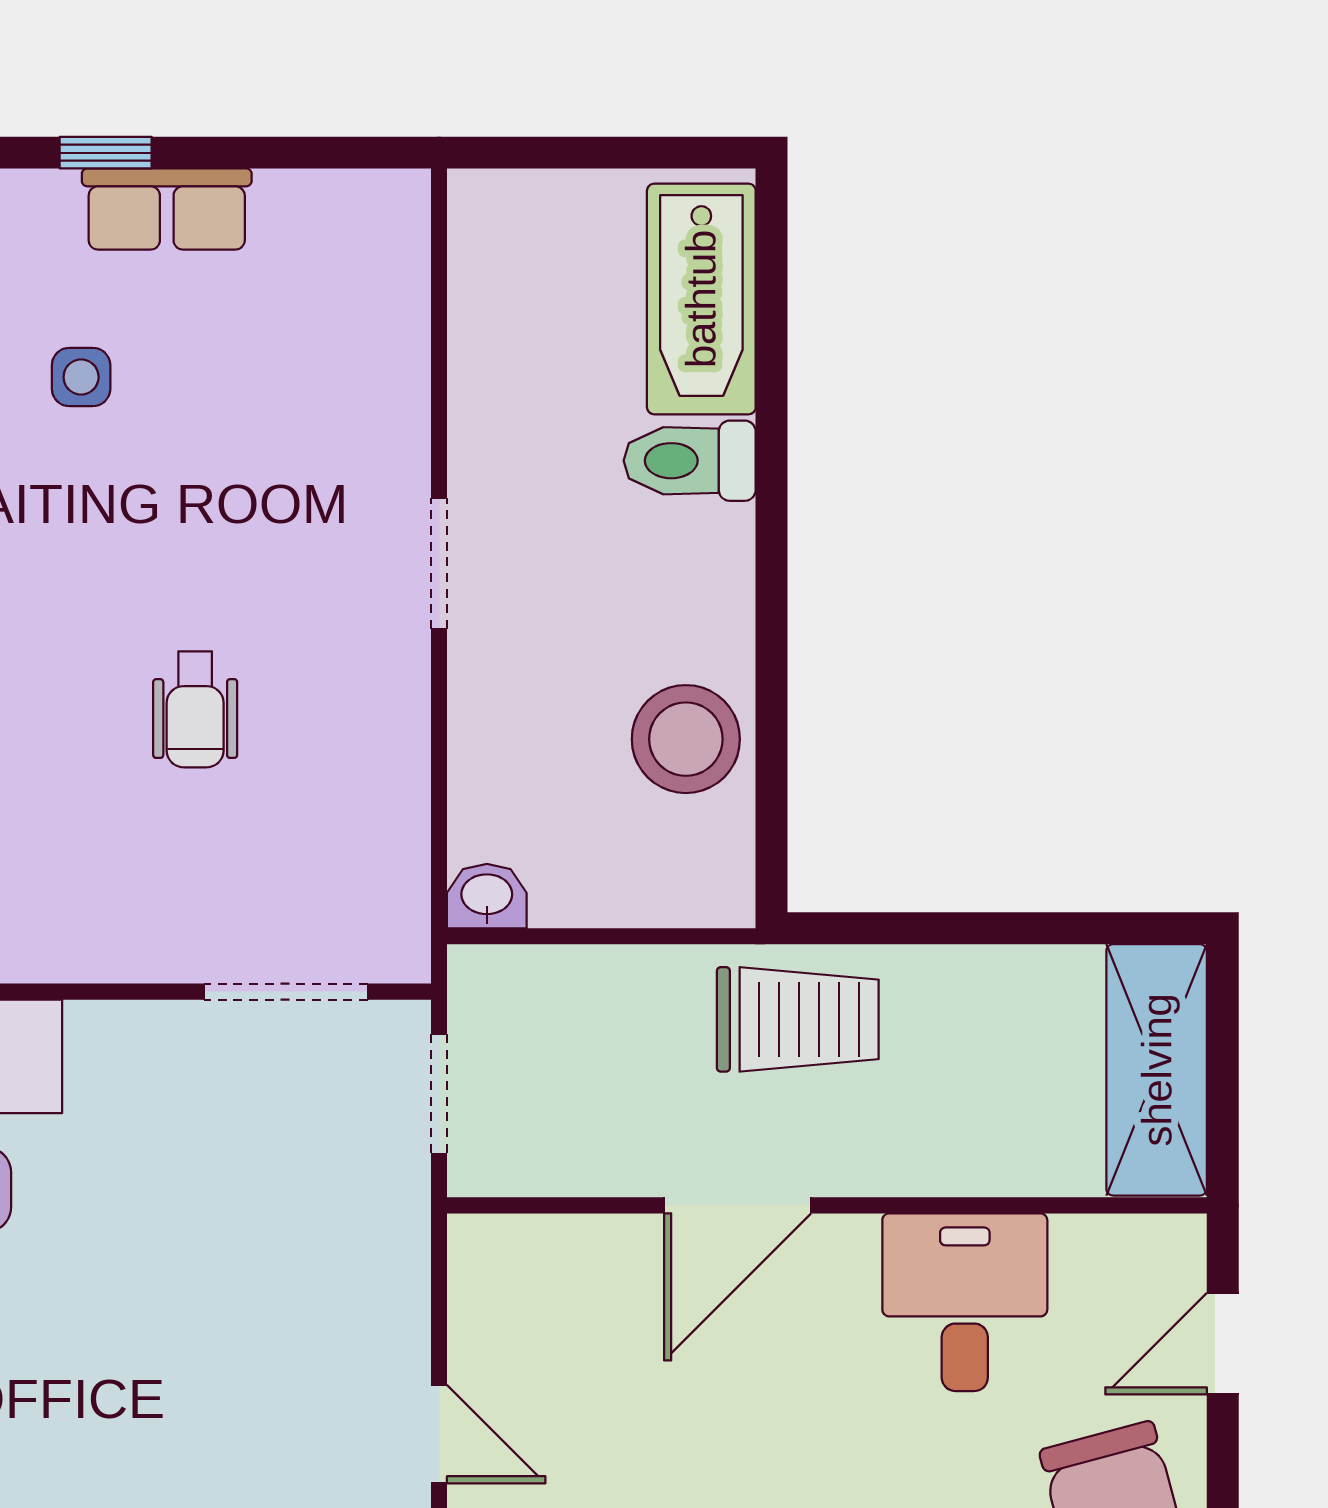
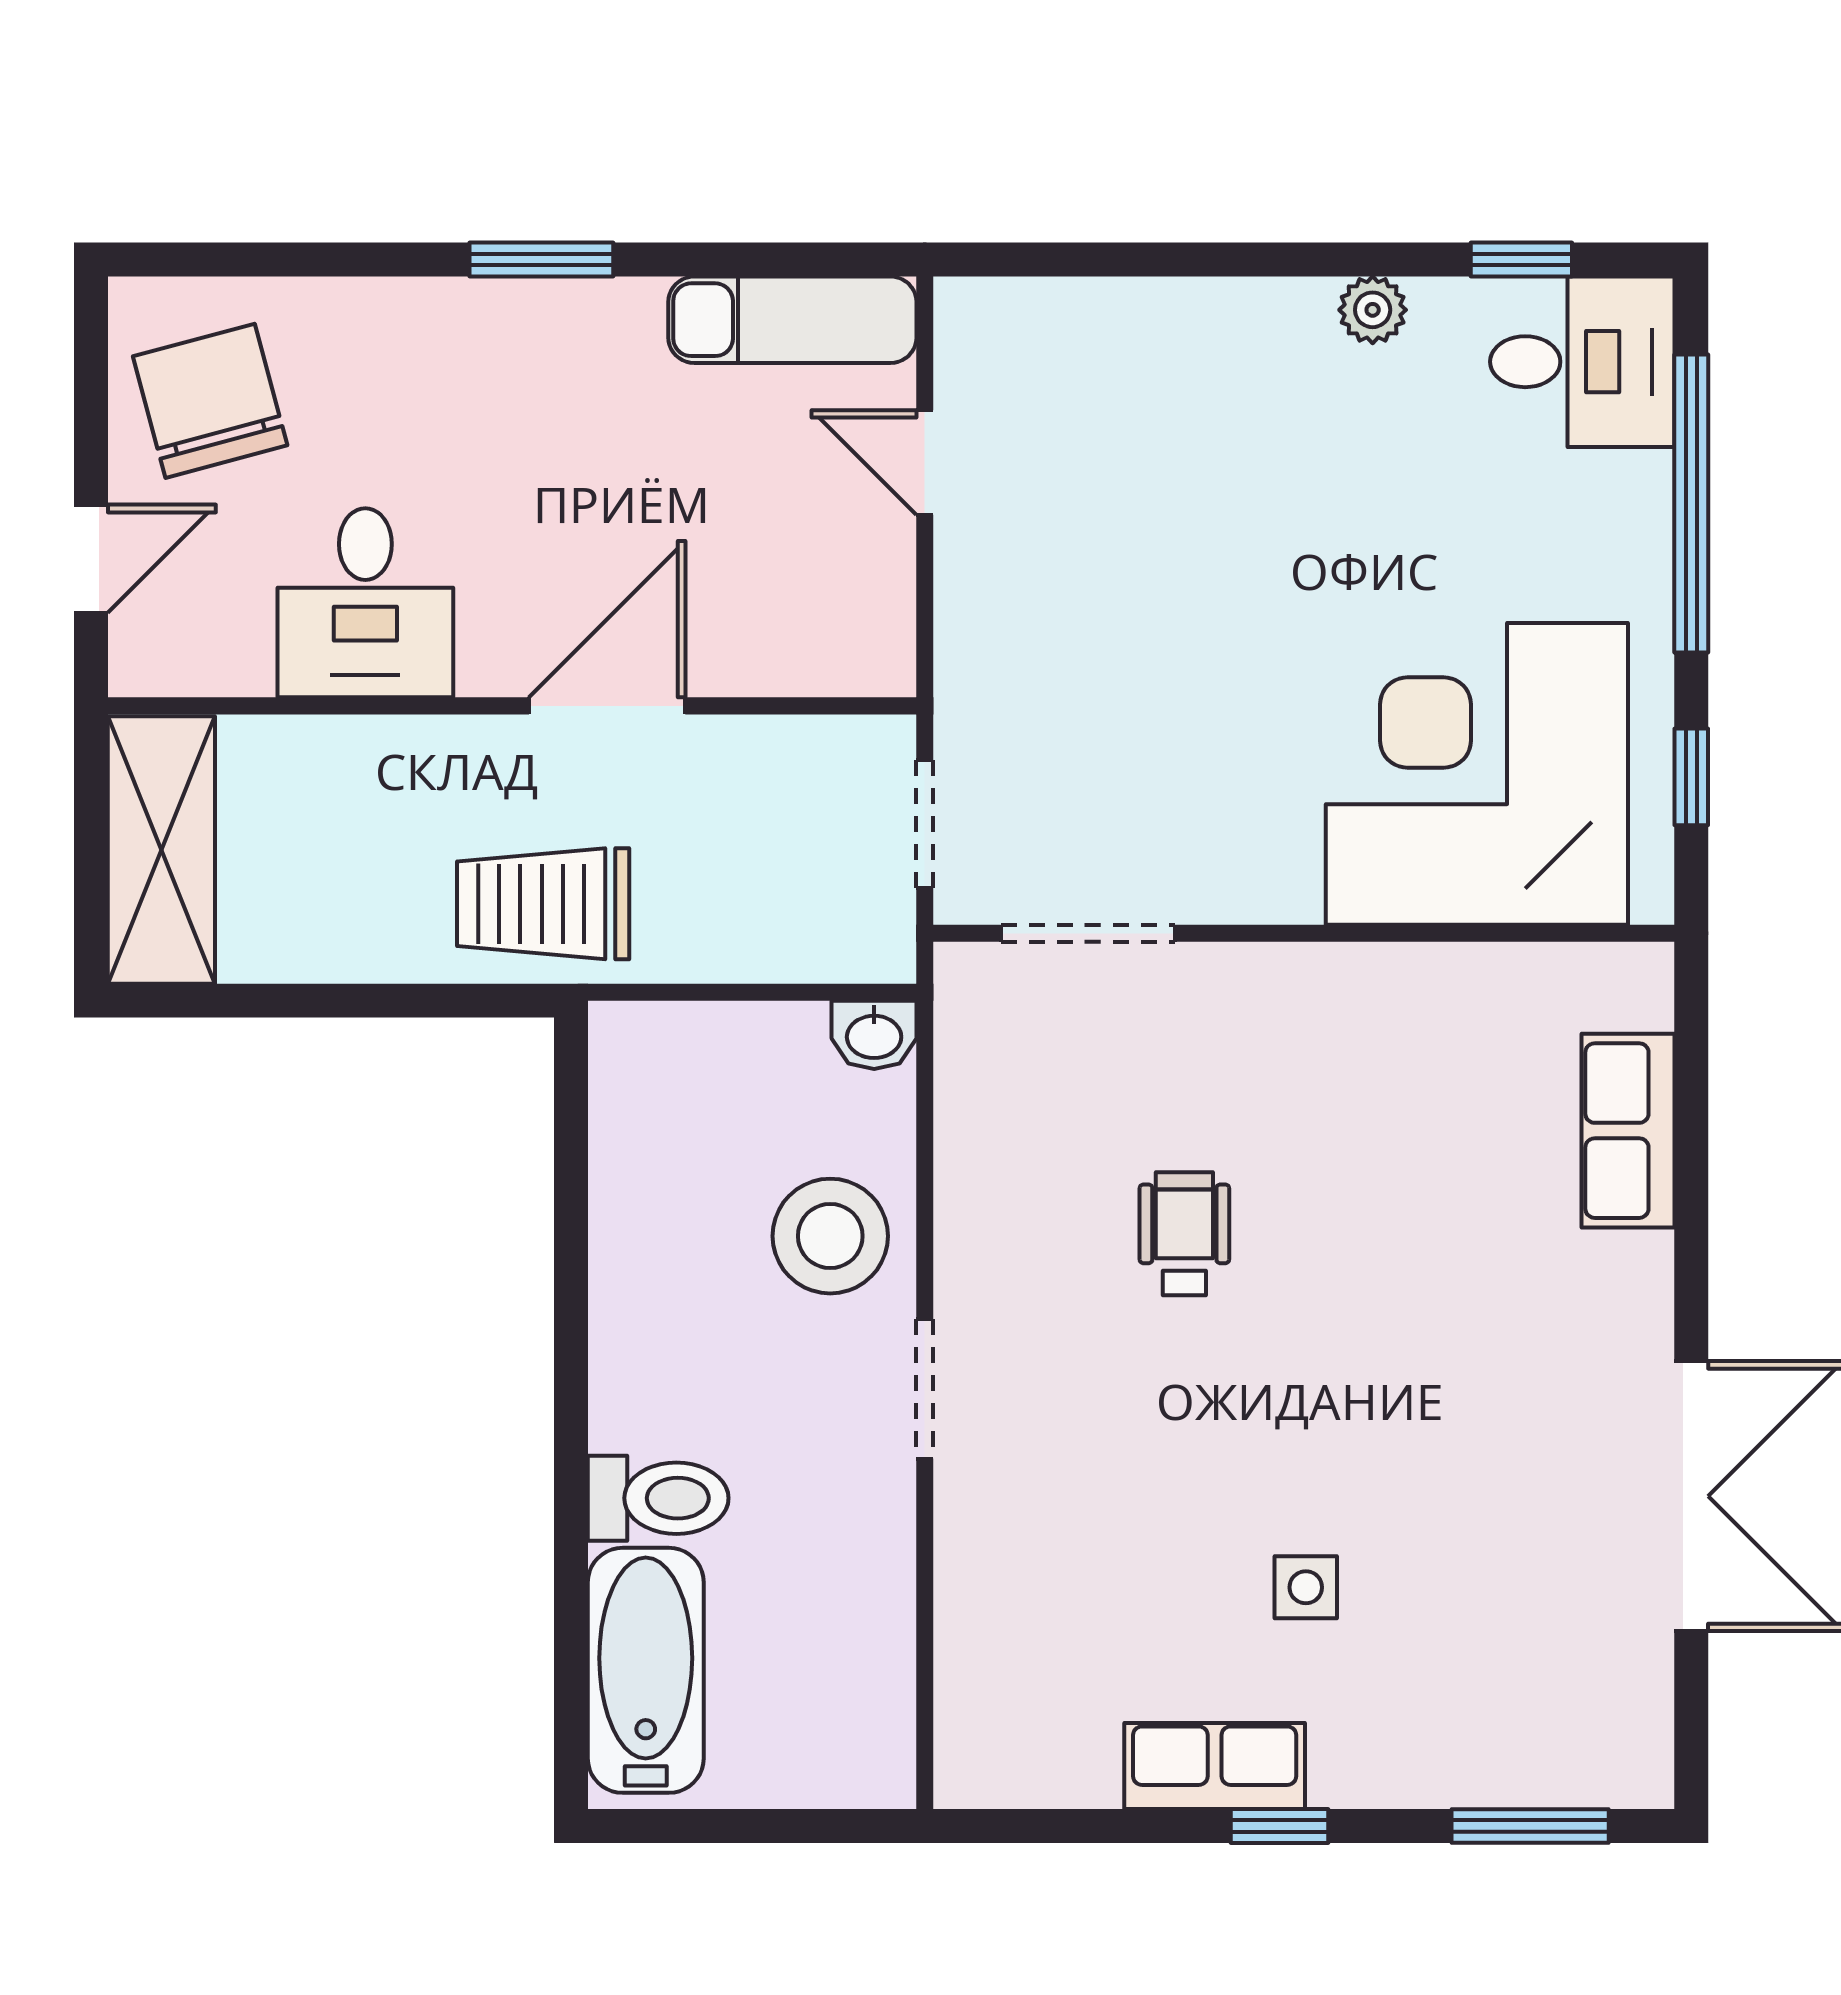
stool: (686, 739) -> (830, 1236), moved

